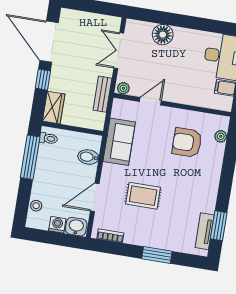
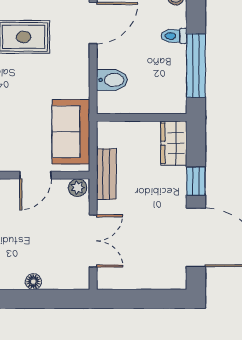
floor lamp: (163, 35) -> (33, 282), width x0.53, depth x0.53
toilet: (48, 138) -> (174, 36), moved
sofa: (119, 142) -> (71, 132), moved

